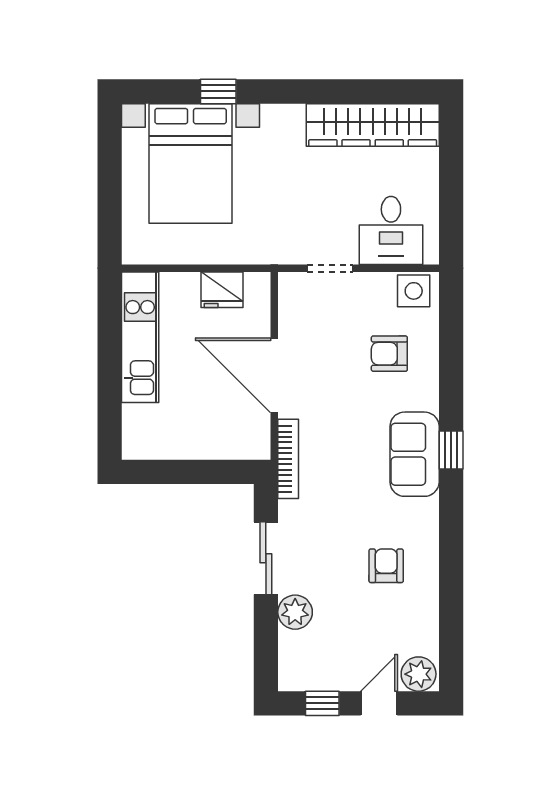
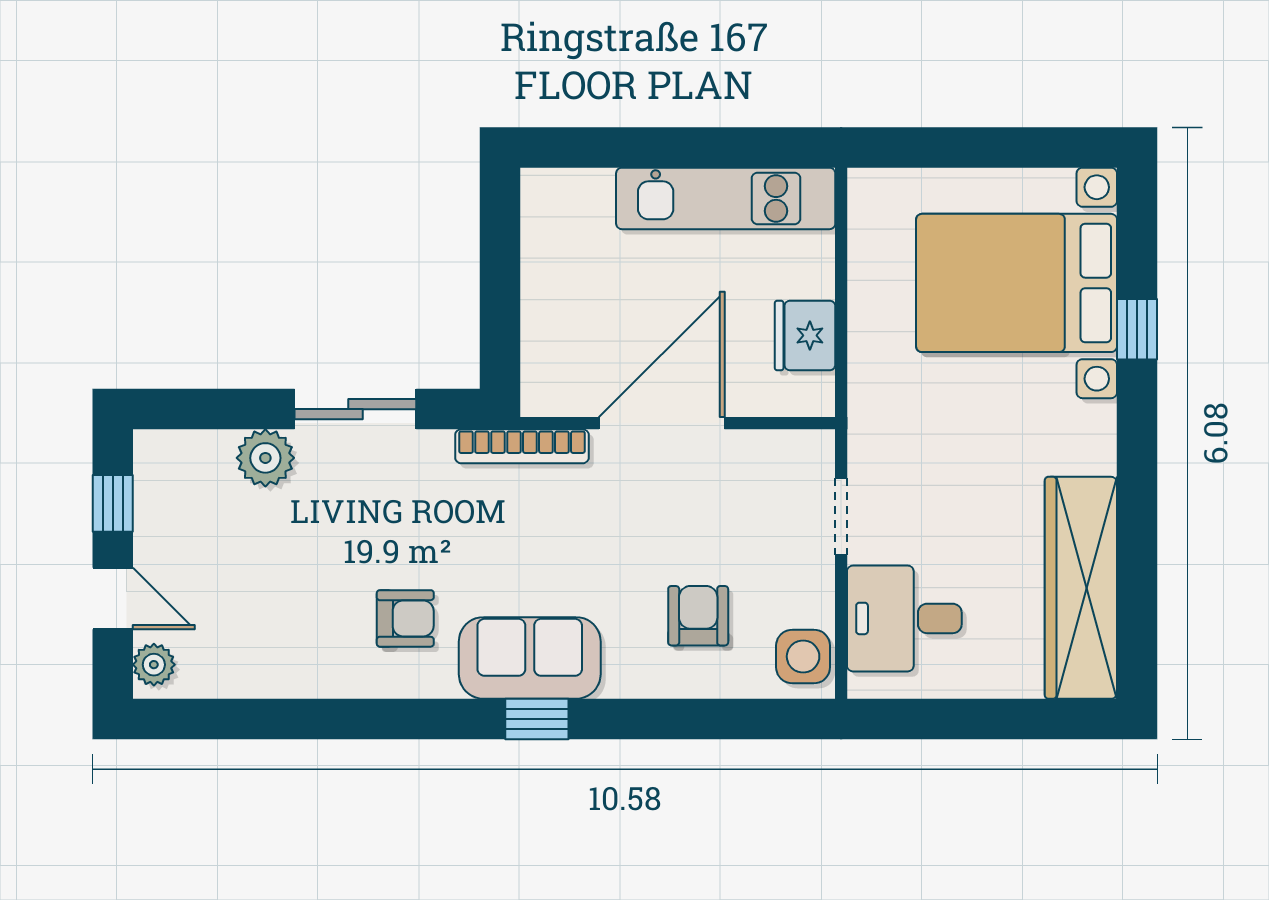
armchair: (386, 566) -> (405, 618), moved
plant: (419, 674) -> (154, 665), width x0.73, depth x0.73

